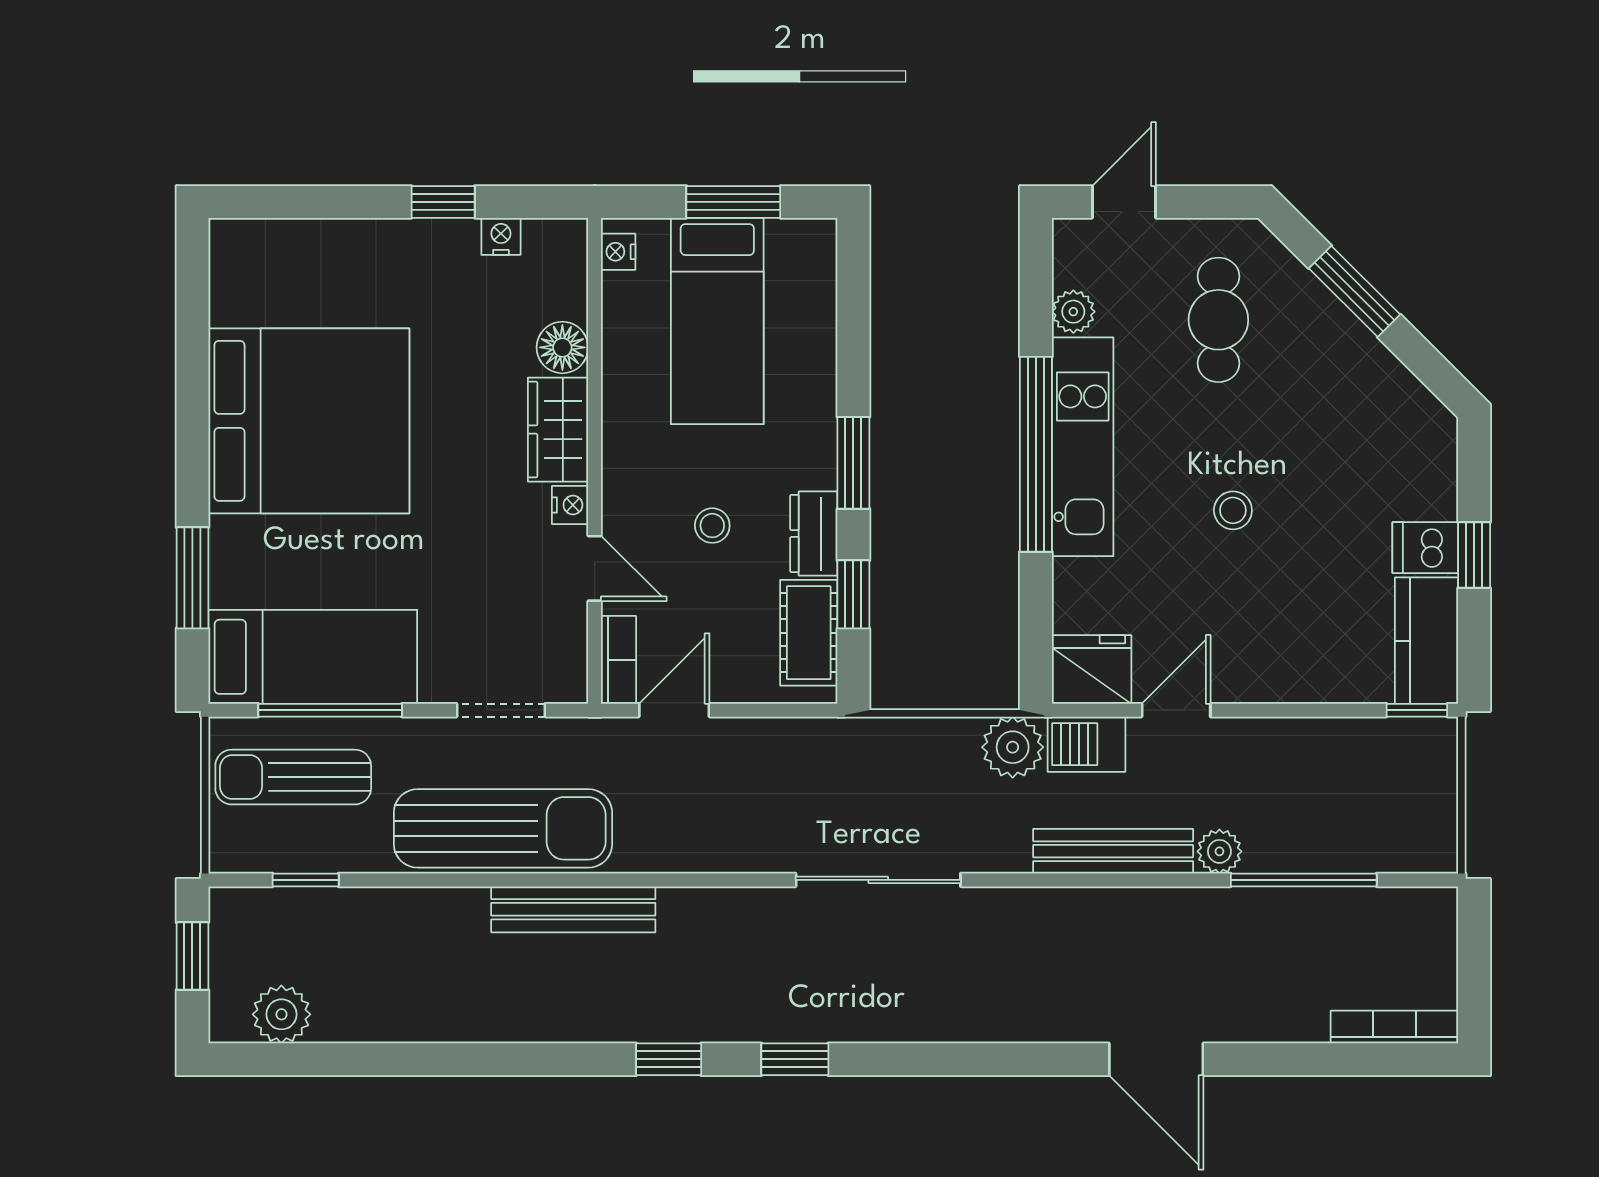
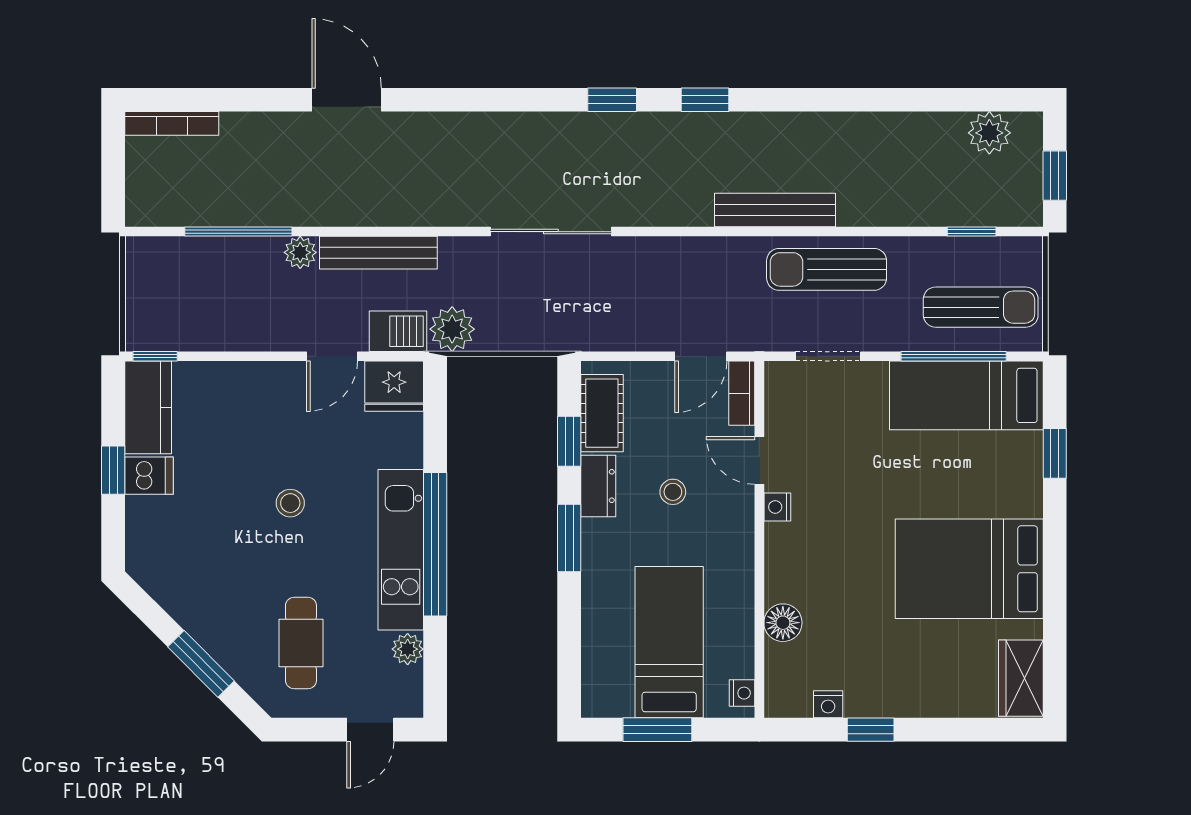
bed: (309, 421) -> (969, 569), width x0.73
wardrobe: (558, 430) -> (1021, 678), moved, turned 180
window: (192, 578) -> (1055, 453), width x0.67
sun lounger: (503, 828) -> (827, 269), width x0.73, depth x0.75

